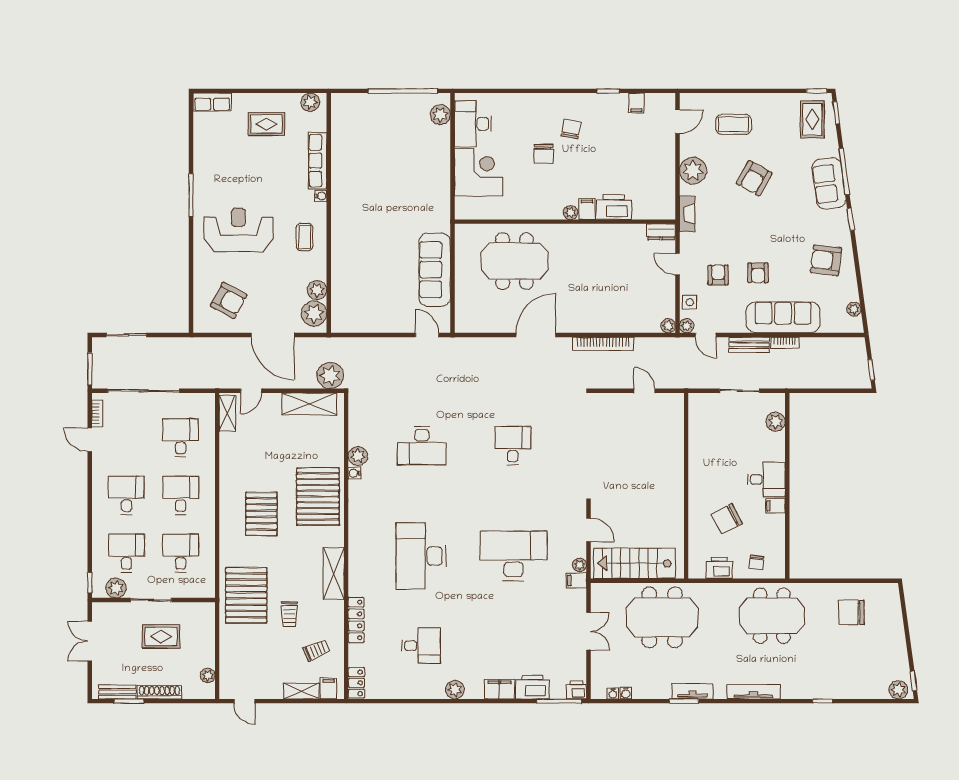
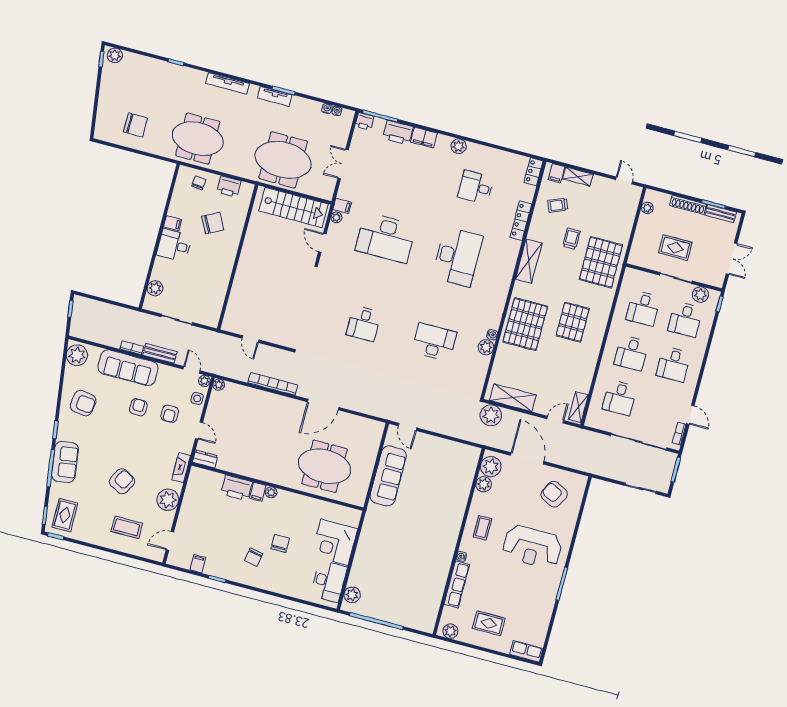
plant: (854, 309) -> (77, 355), width x1.87, depth x1.87

